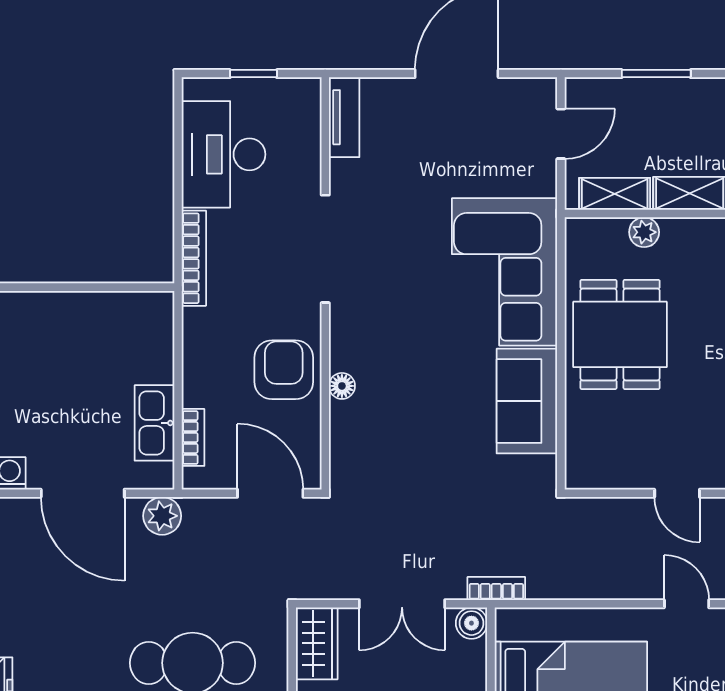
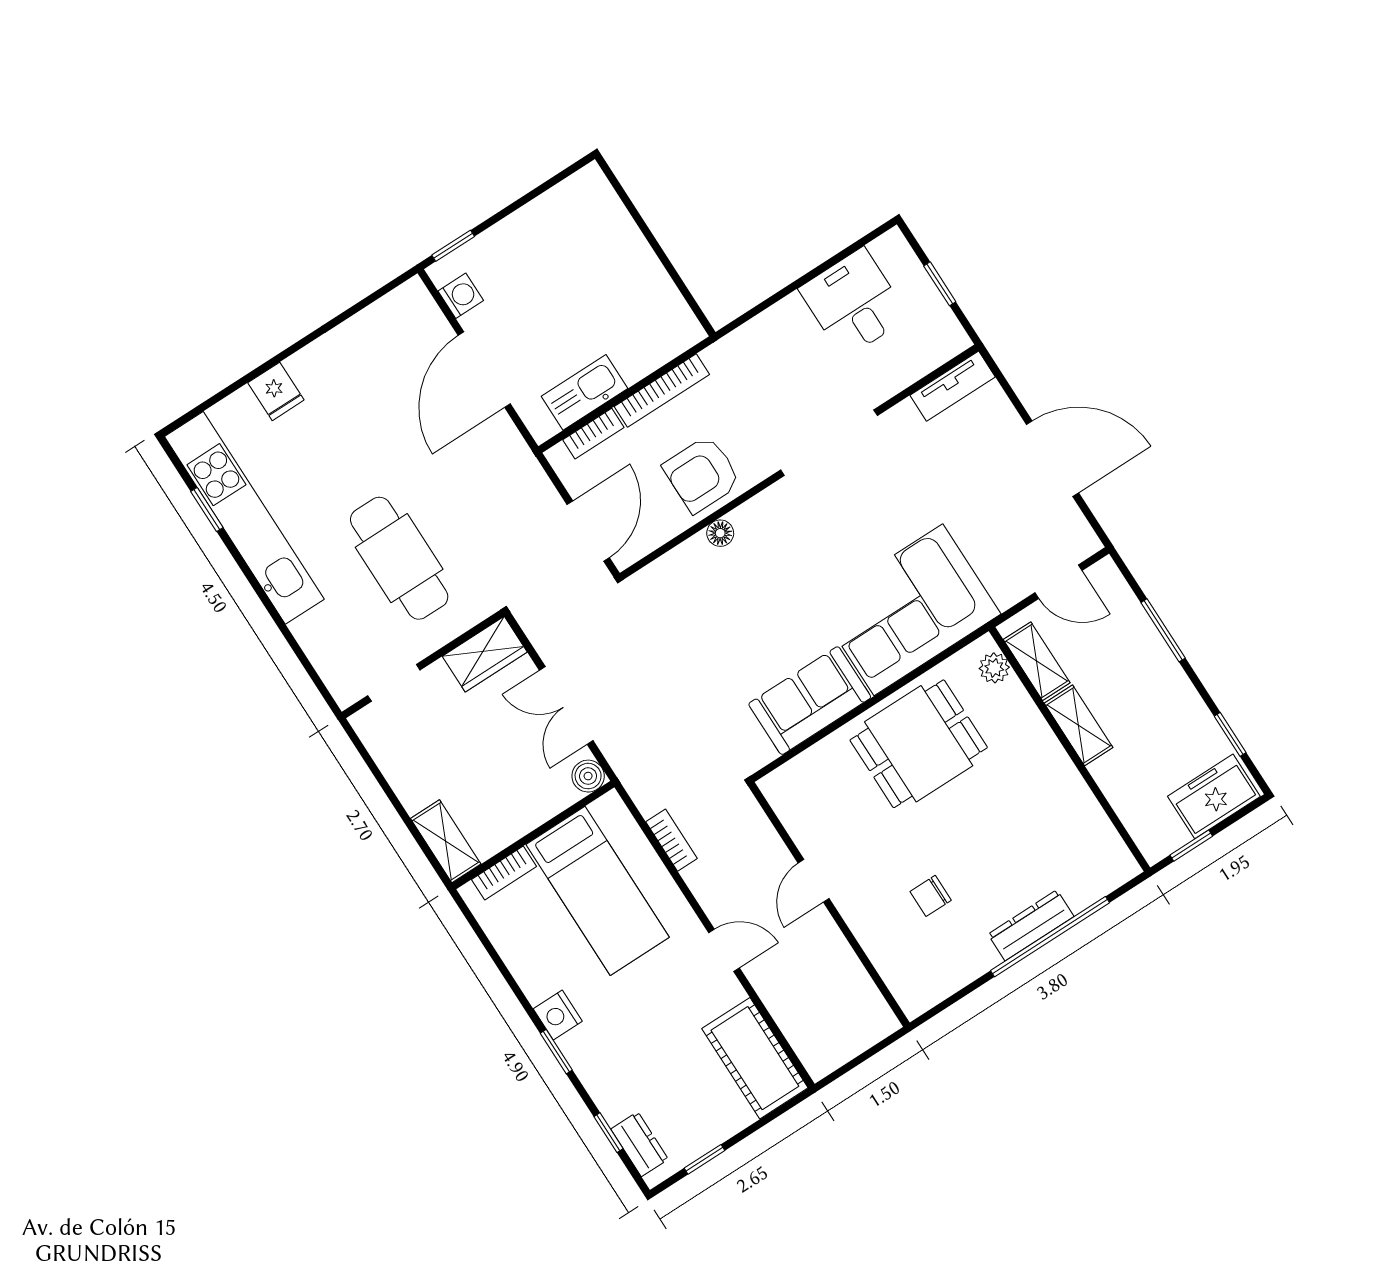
desk: (223, 154) -> (854, 303), width x0.73
plant: (644, 232) -> (994, 668), moved
bookcase: (194, 258) -> (662, 391), moved
armchair: (284, 370) -> (702, 474), turned 180
plant: (162, 516) -> (509, 451), removed
bookcase: (496, 588) -> (672, 840), moved
door: (687, 604) -> (724, 950), hinge flipped

